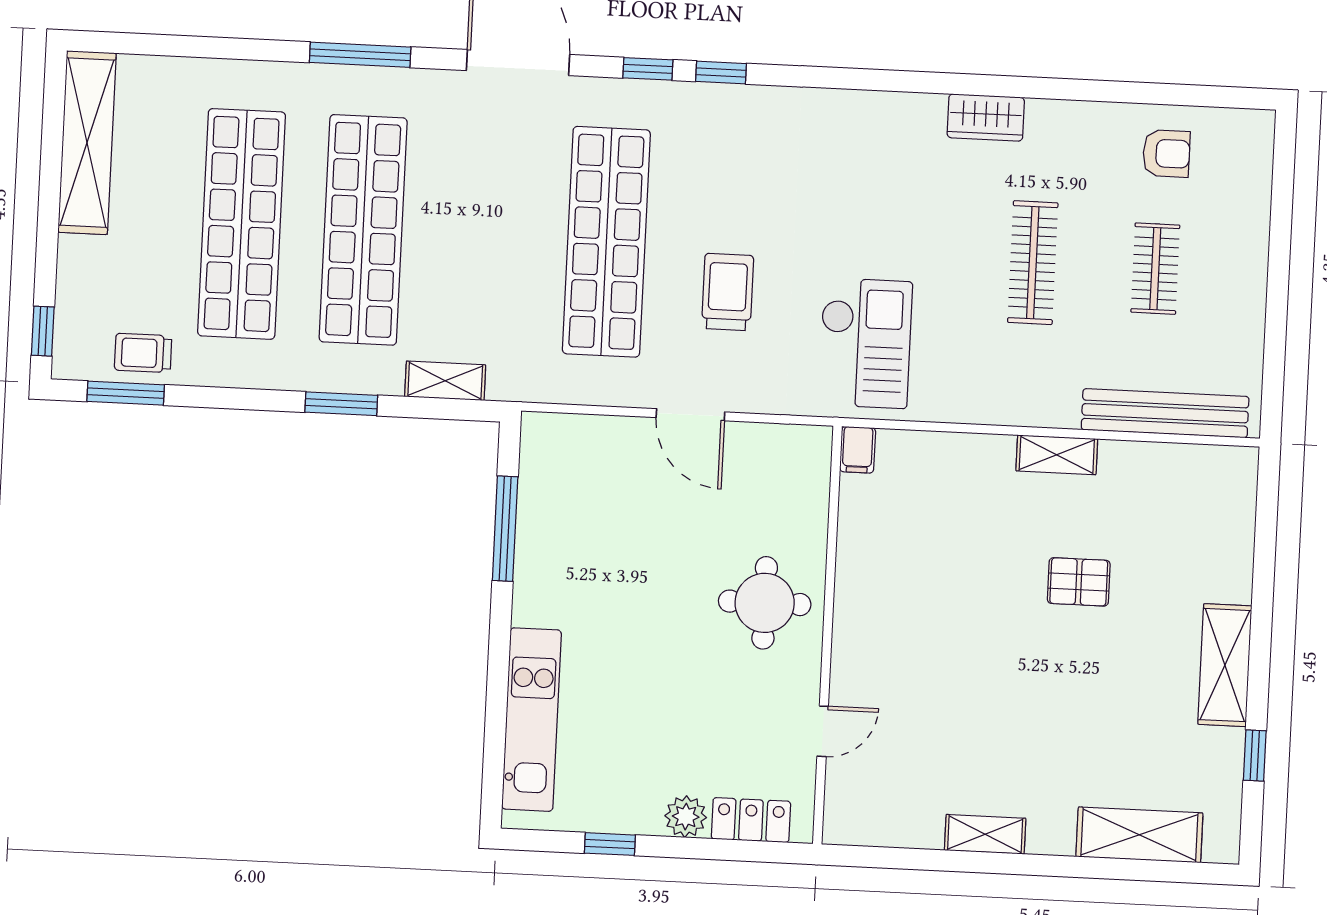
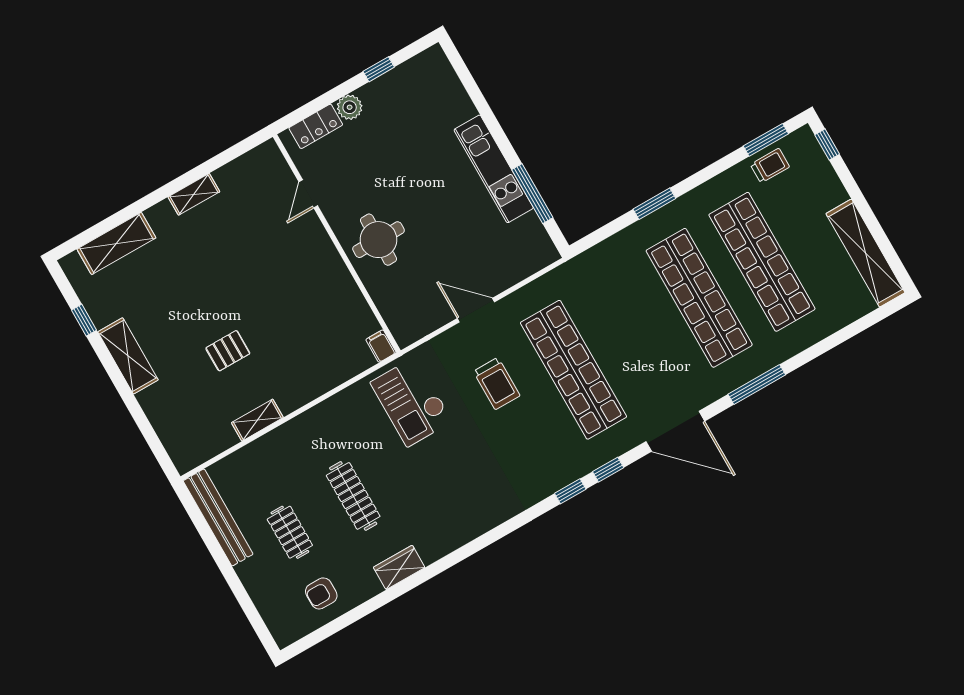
wardrobe: (986, 118) -> (399, 567), moved
shelving: (445, 381) -> (610, 248), removed
bench: (1165, 413) -> (218, 517), moved, turned 90
shelving: (1057, 455) -> (257, 420), moved
kitchen unit: (532, 720) -> (494, 169), moved

